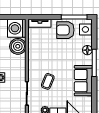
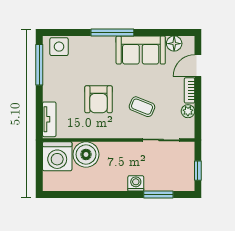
armchair: (65, 30) -> (99, 99), moved
floor lamp: (87, 50) -> (174, 44), moved

